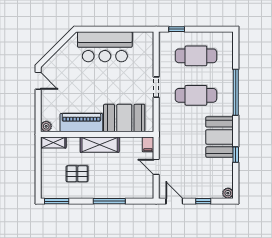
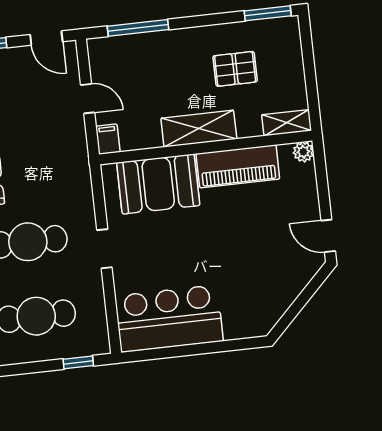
bar counter: (105, 47) -> (169, 319), moved
window: (109, 201) -> (138, 28), moved

